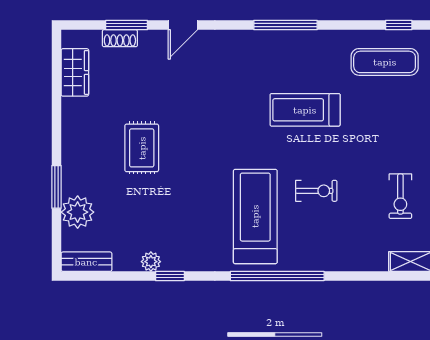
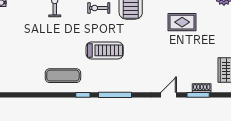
window: (399, 25) -> (83, 95), moved
rug: (142, 148) -> (182, 22), moved, turned 90

